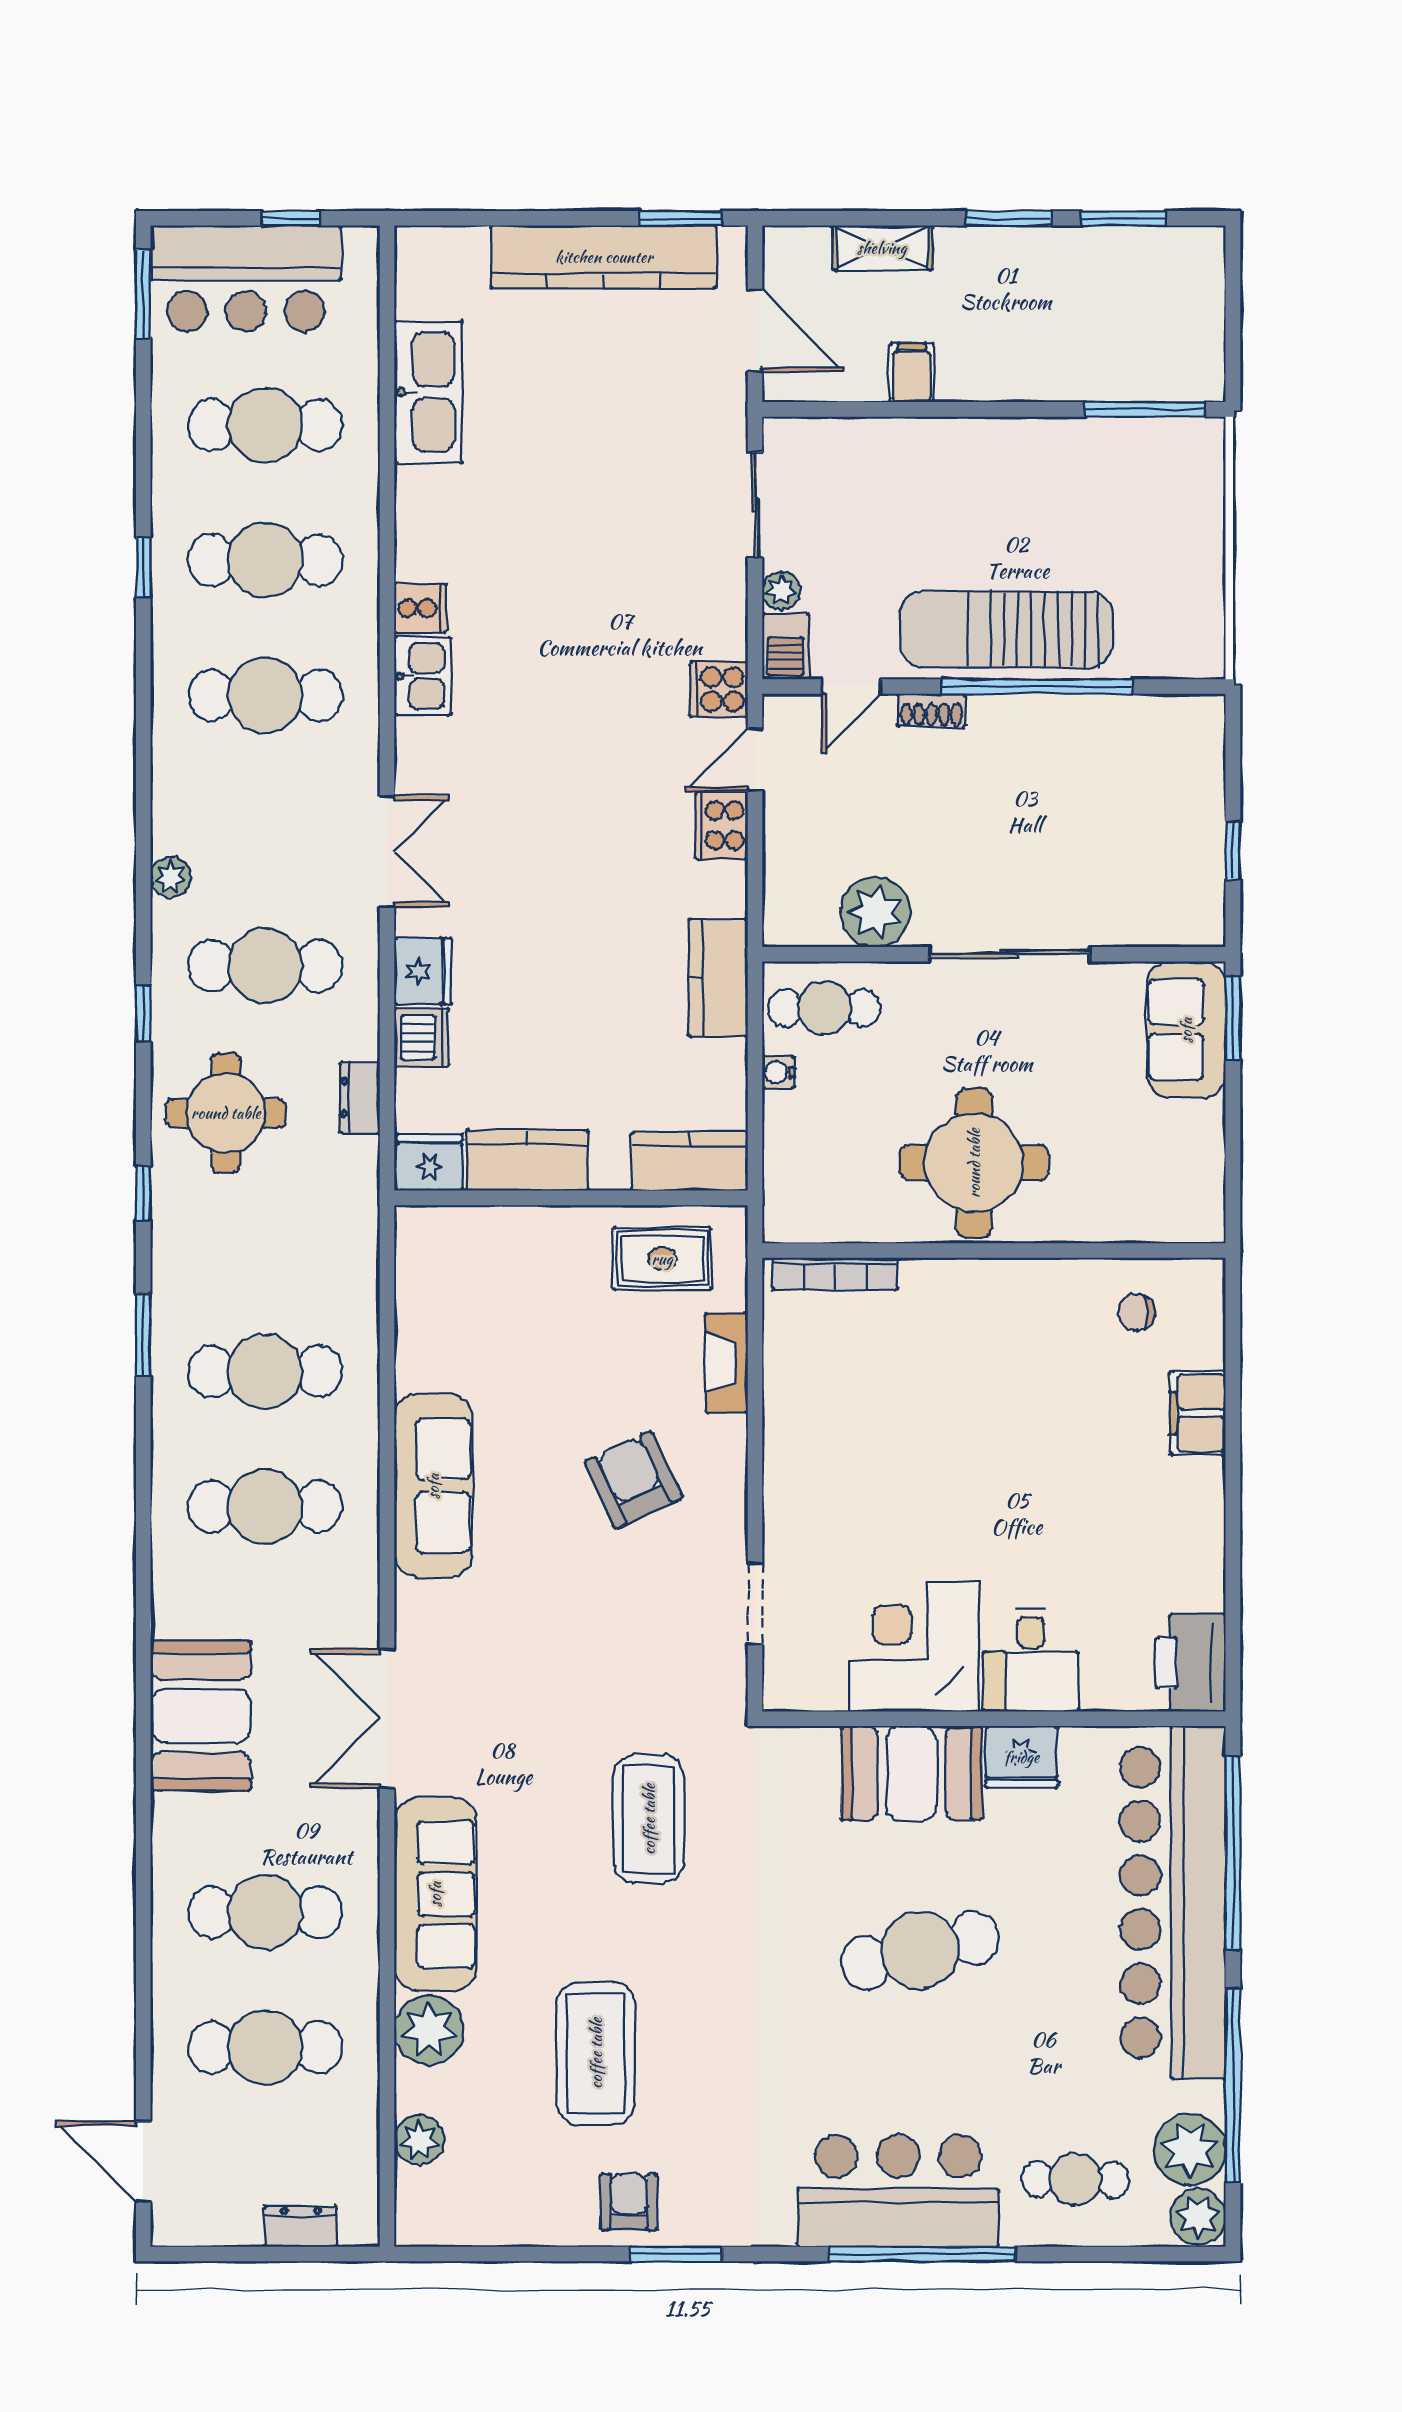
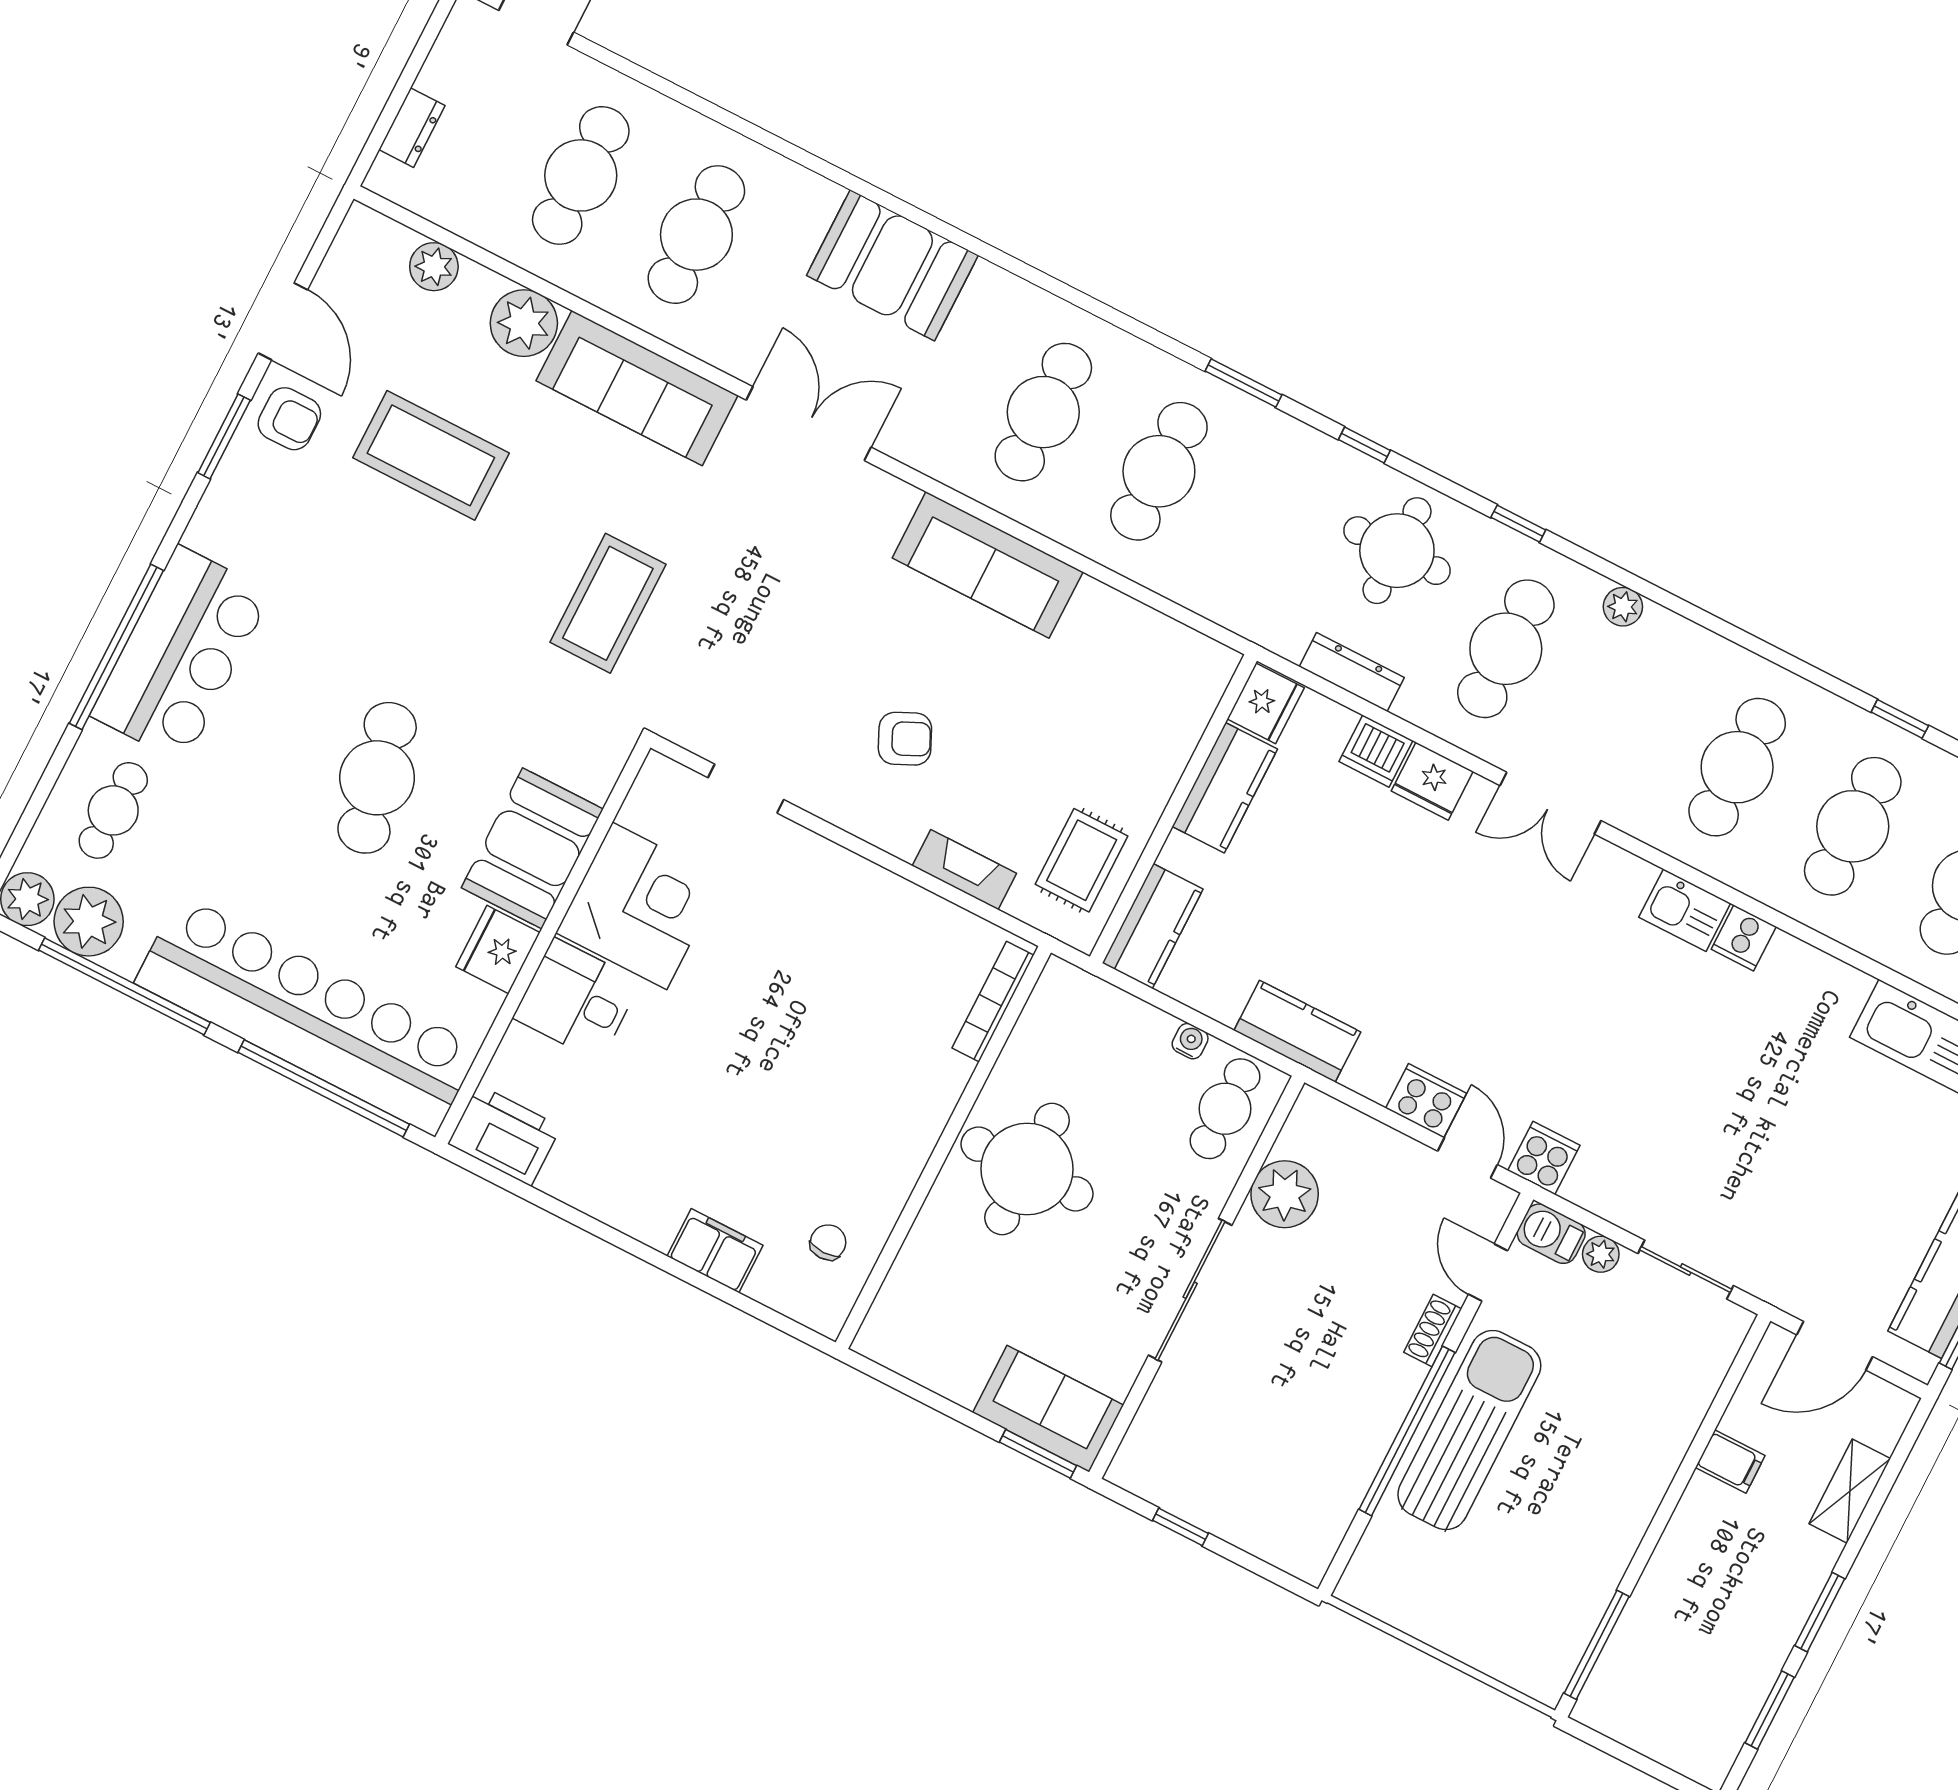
dresser: (360, 1098) -> (1352, 672), width x1.44
armchair: (633, 1480) -> (905, 739), width x0.72, depth x0.72
coffee table: (649, 1819) -> (608, 603), turned 90
door: (542, 2254) -> (283, 321), added

